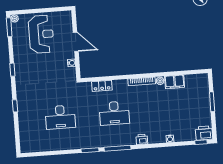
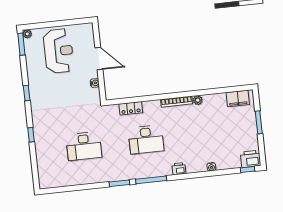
filing cabinet: (175, 82) -> (238, 98), moved

